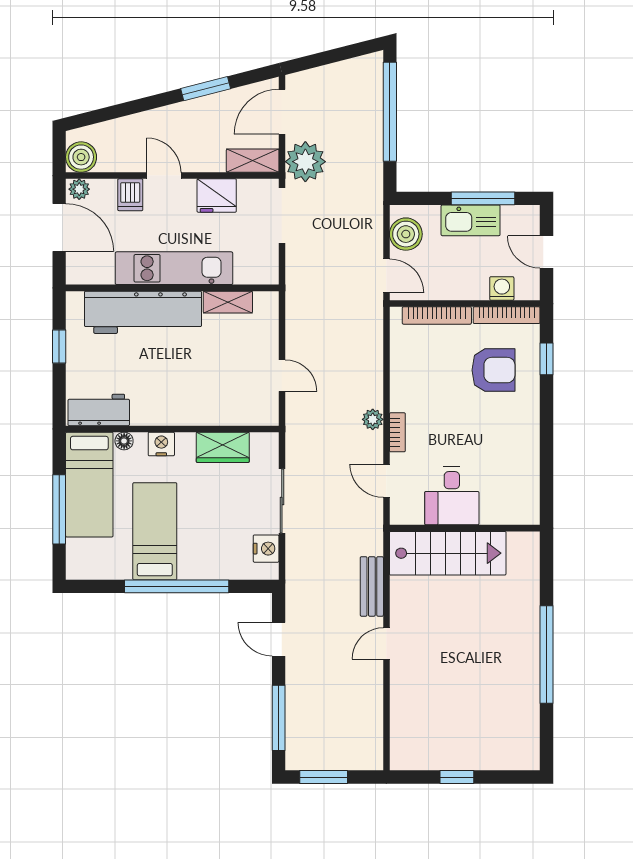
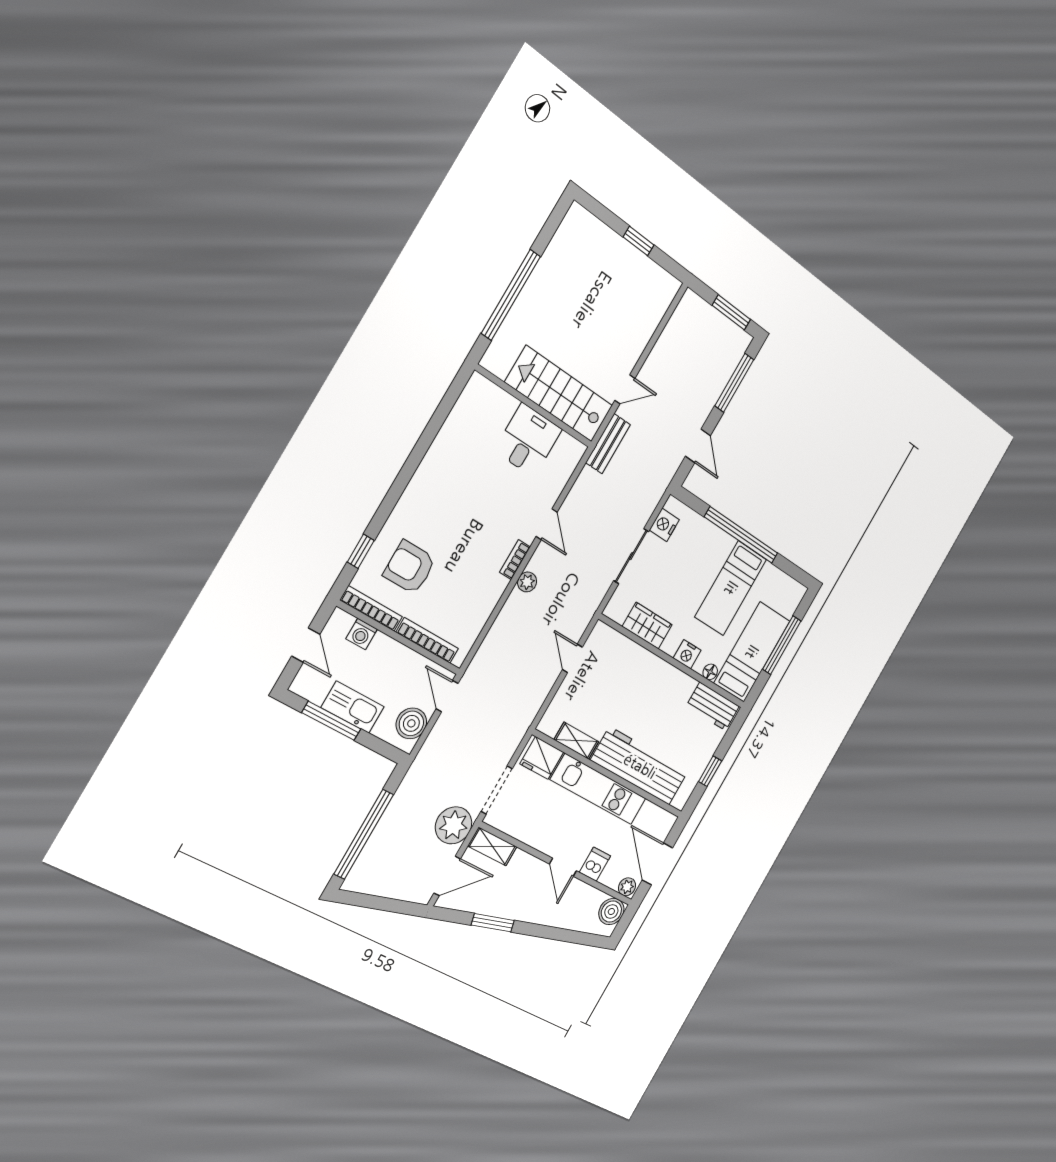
fridge: (217, 196) -> (542, 758), moved, turned 180
desk: (452, 496) -> (528, 440), moved
wall: (465, 528) -> (534, 406), moved
stairs: (448, 553) -> (559, 394), moved

